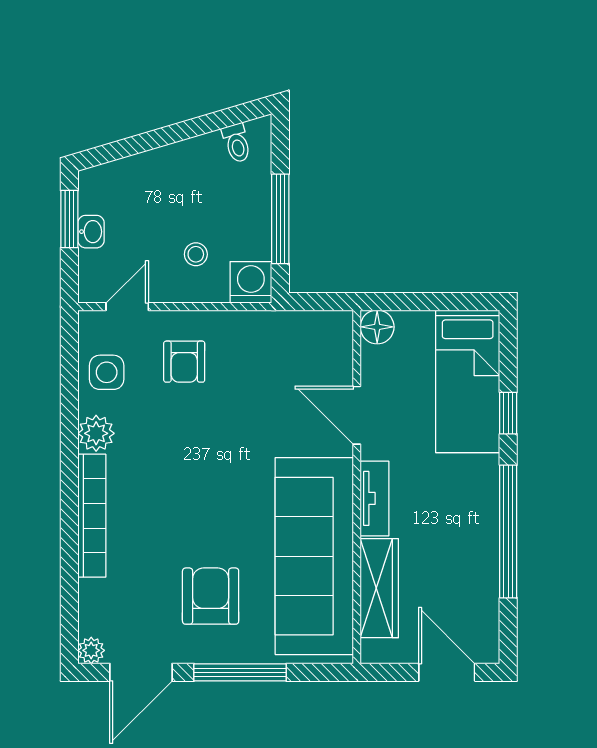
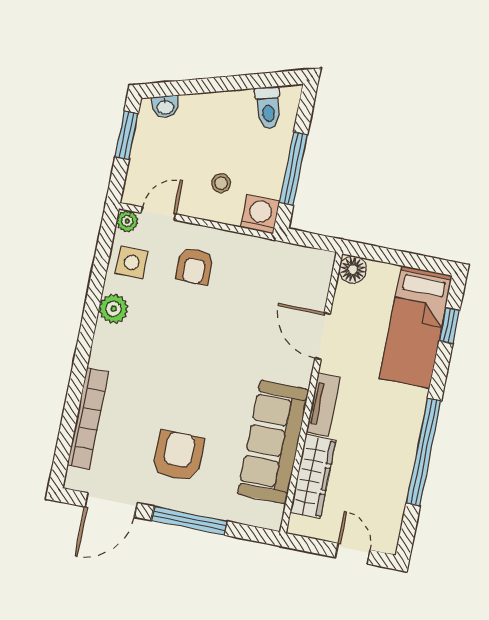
toilet: (237, 143) -> (268, 108), width x1.37, depth x1.39
washbasin: (91, 232) -> (165, 107), moved, turned 74
window: (508, 413) -> (449, 326), moved
bookcase: (92, 516) -> (88, 418), moved
sofa: (314, 556) -> (273, 442), width x0.74, depth x0.79
plant: (91, 650) -> (127, 221), moved
door: (447, 672) -> (353, 554), width x0.73

